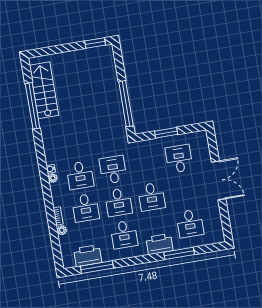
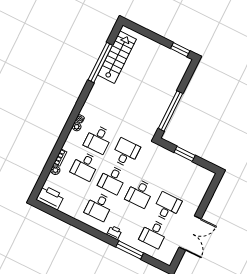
desk: (179, 159) -> (167, 207), moved
double door: (219, 180) -> (190, 233), moved
printer: (159, 244) -> (114, 233), width x0.53, depth x0.68
printer: (88, 256) -> (50, 198), moved
window: (97, 267) -> (62, 216), removed

